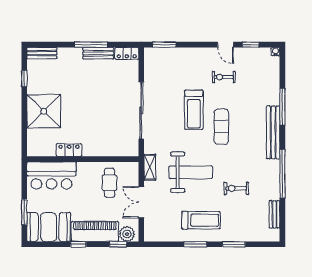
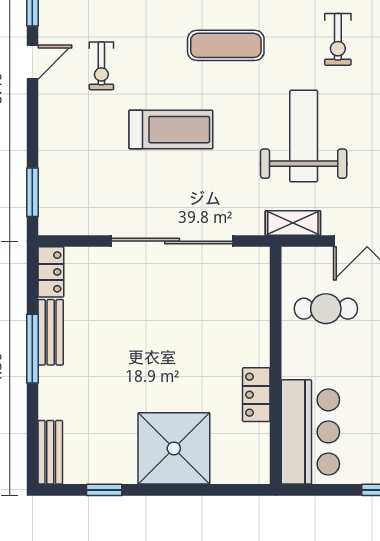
exercise mat: (221, 127) -> (226, 45), moved

